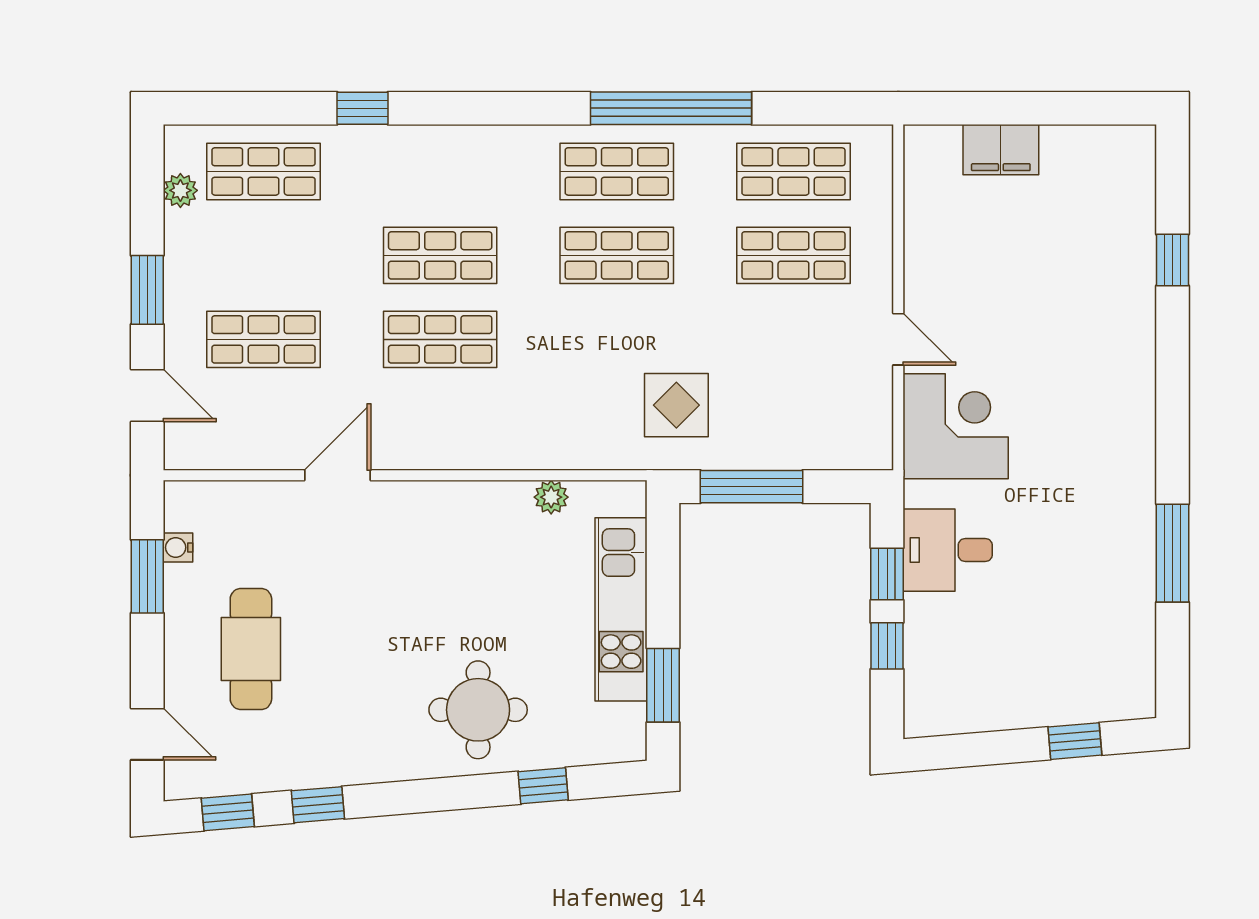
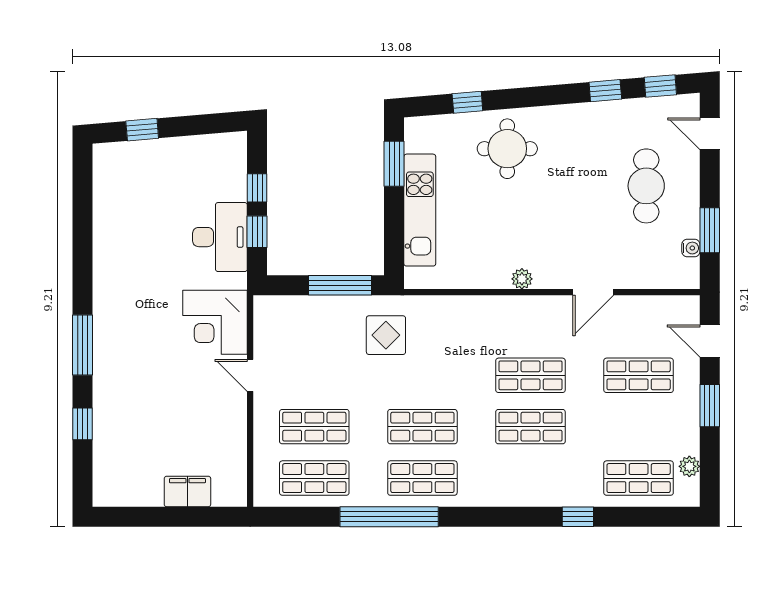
plant: (551, 497) -> (522, 279), moved
desk: (948, 550) -> (220, 237), width x1.37
window: (1172, 553) -> (82, 345), moved

